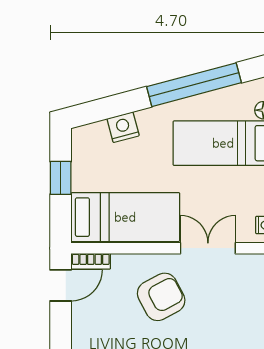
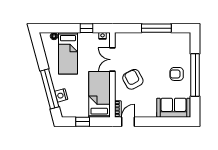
window: (194, 85) -> (50, 89), moved
door: (61, 285) -> (128, 122), hinge flipped

